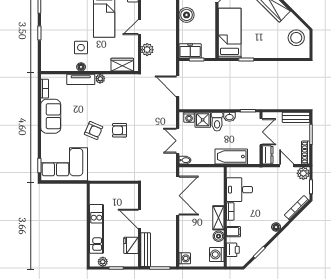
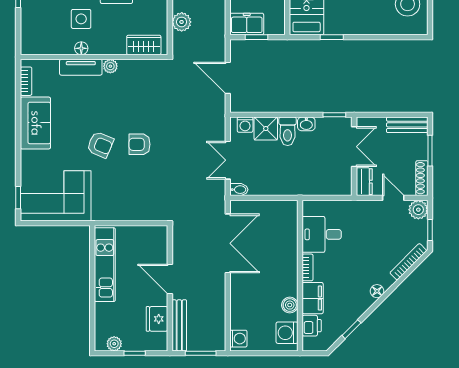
bathtub: (231, 157) -> (309, 184), removed
shelving: (218, 218) -> (290, 277), removed
kitchen unit: (97, 229) -> (105, 265), moved
filing cabinet: (234, 232) -> (313, 298), width x2.00

